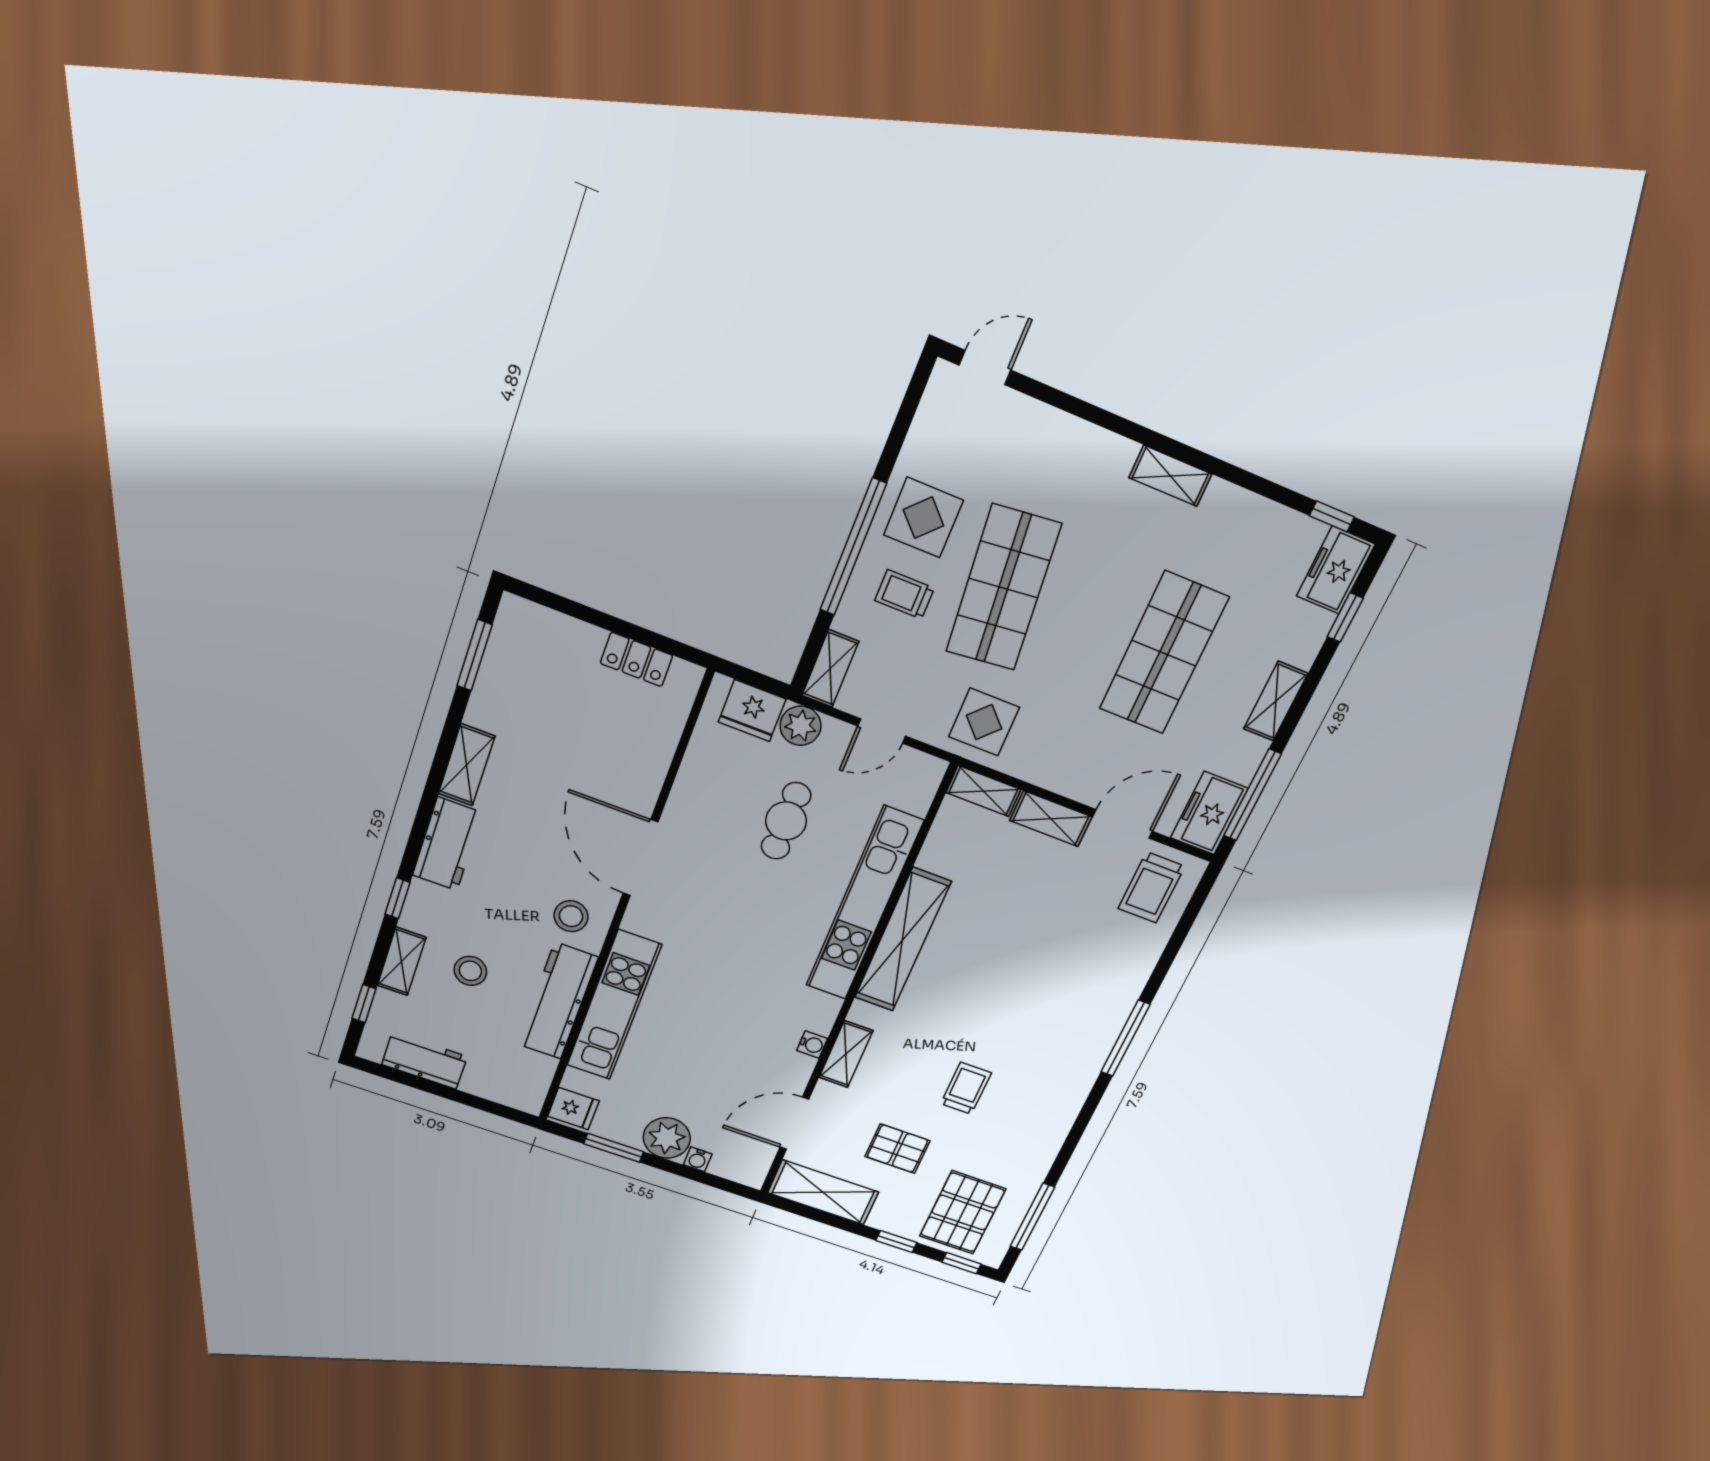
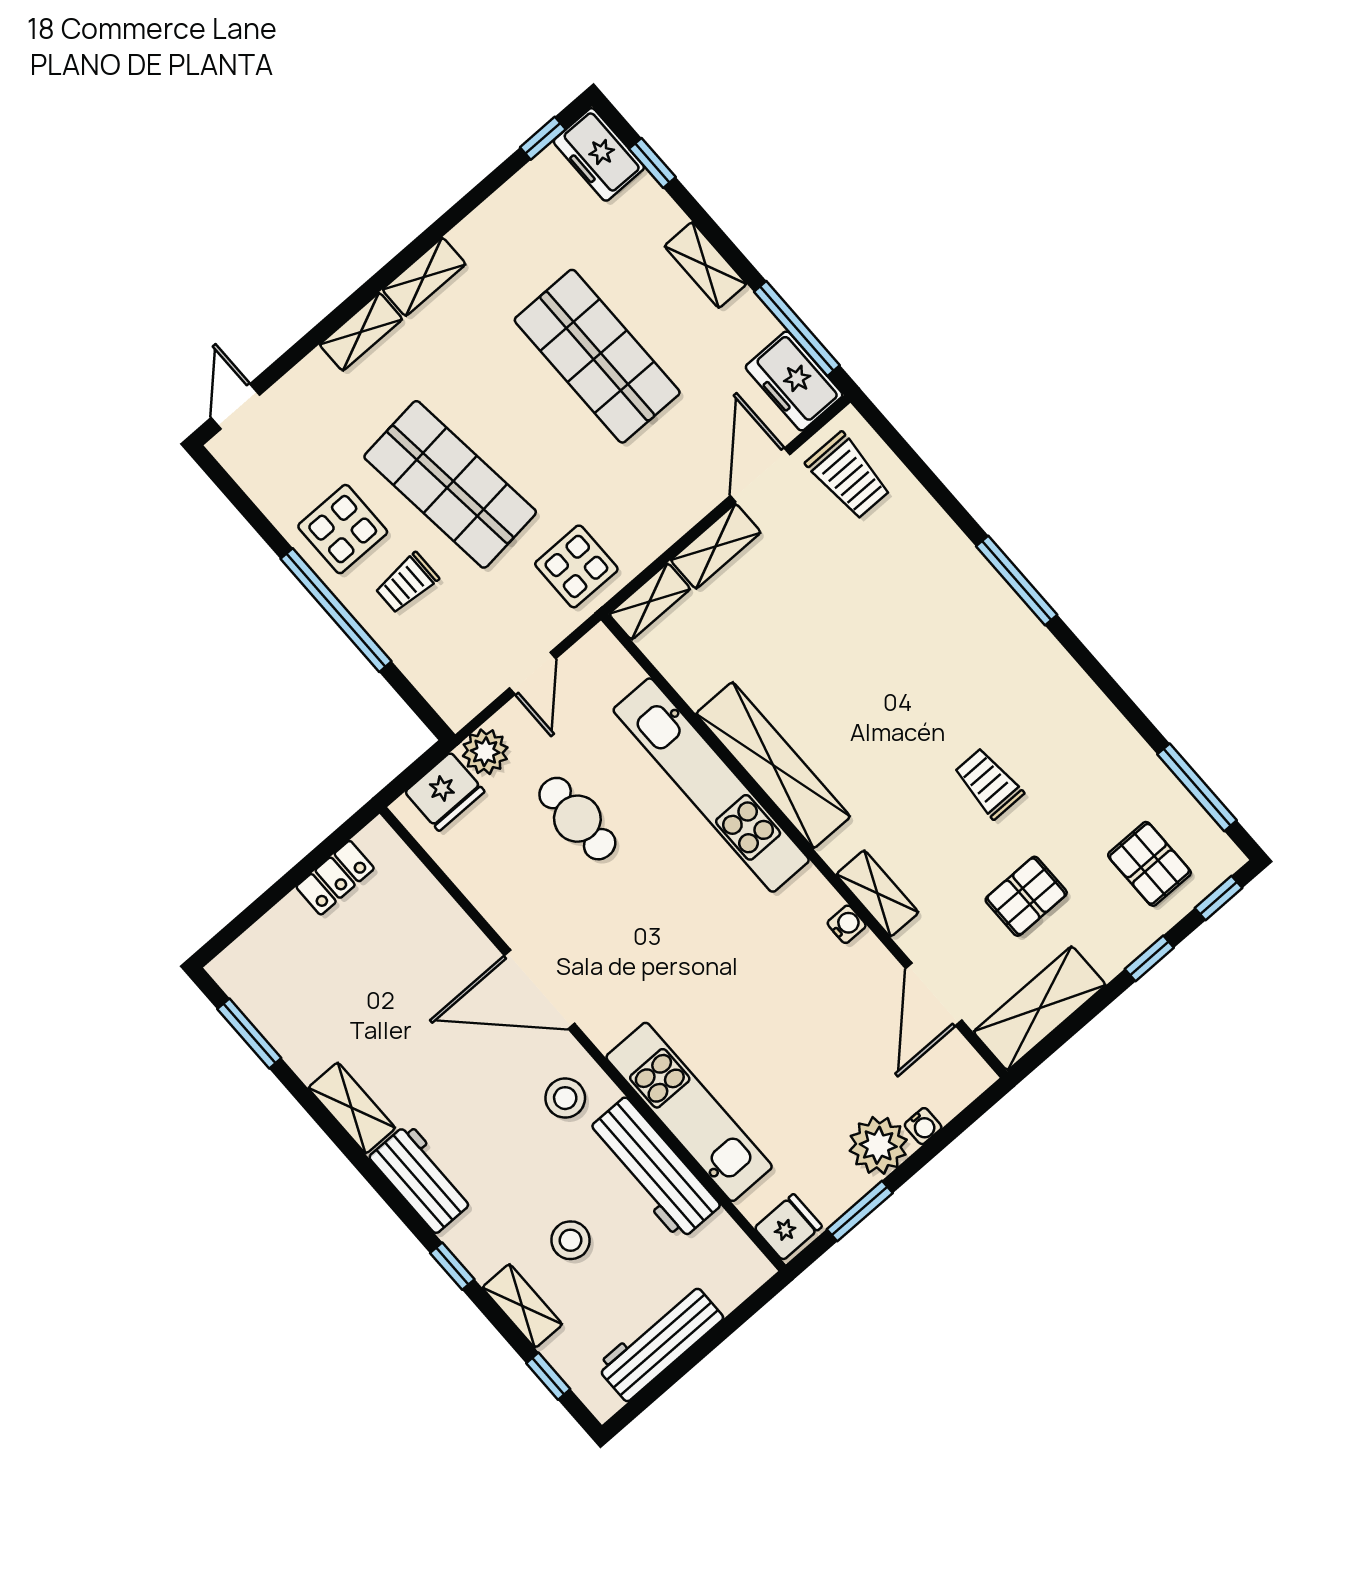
shelving: (830, 669) -> (361, 332), moved, turned 90
workbench: (424, 1061) -> (660, 1342), width x1.38
pallet: (963, 1213) -> (1149, 864), width x0.67, depth x0.71

